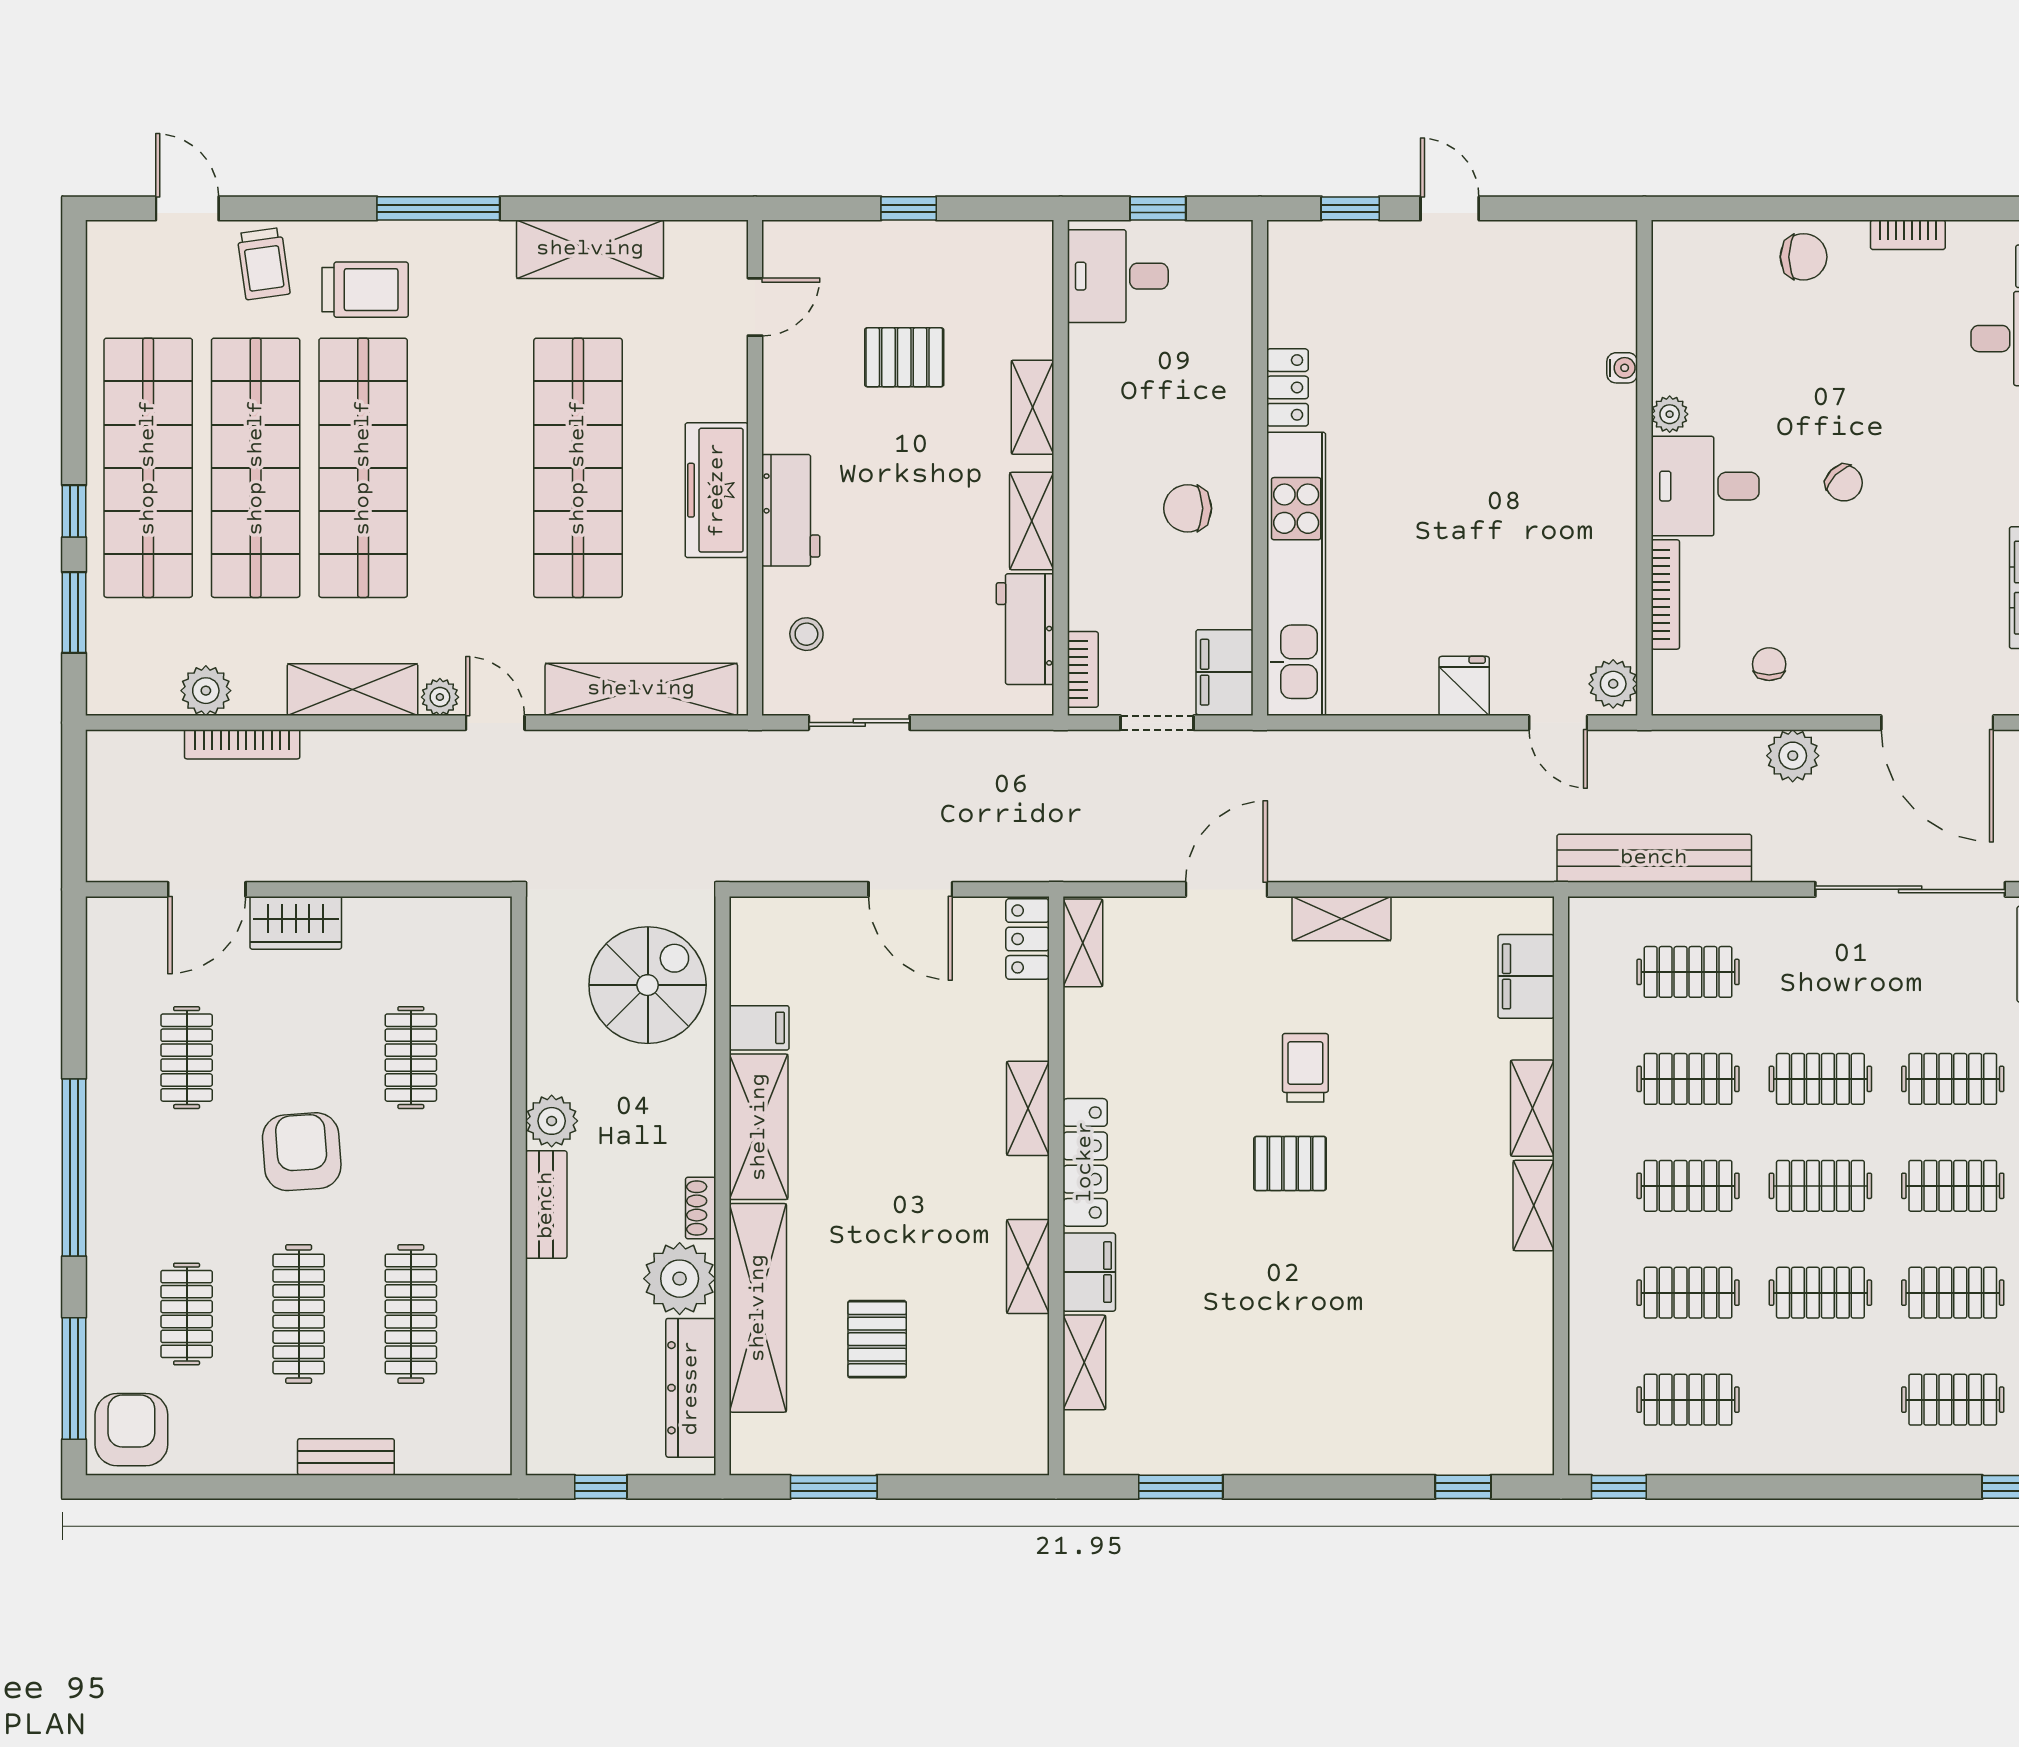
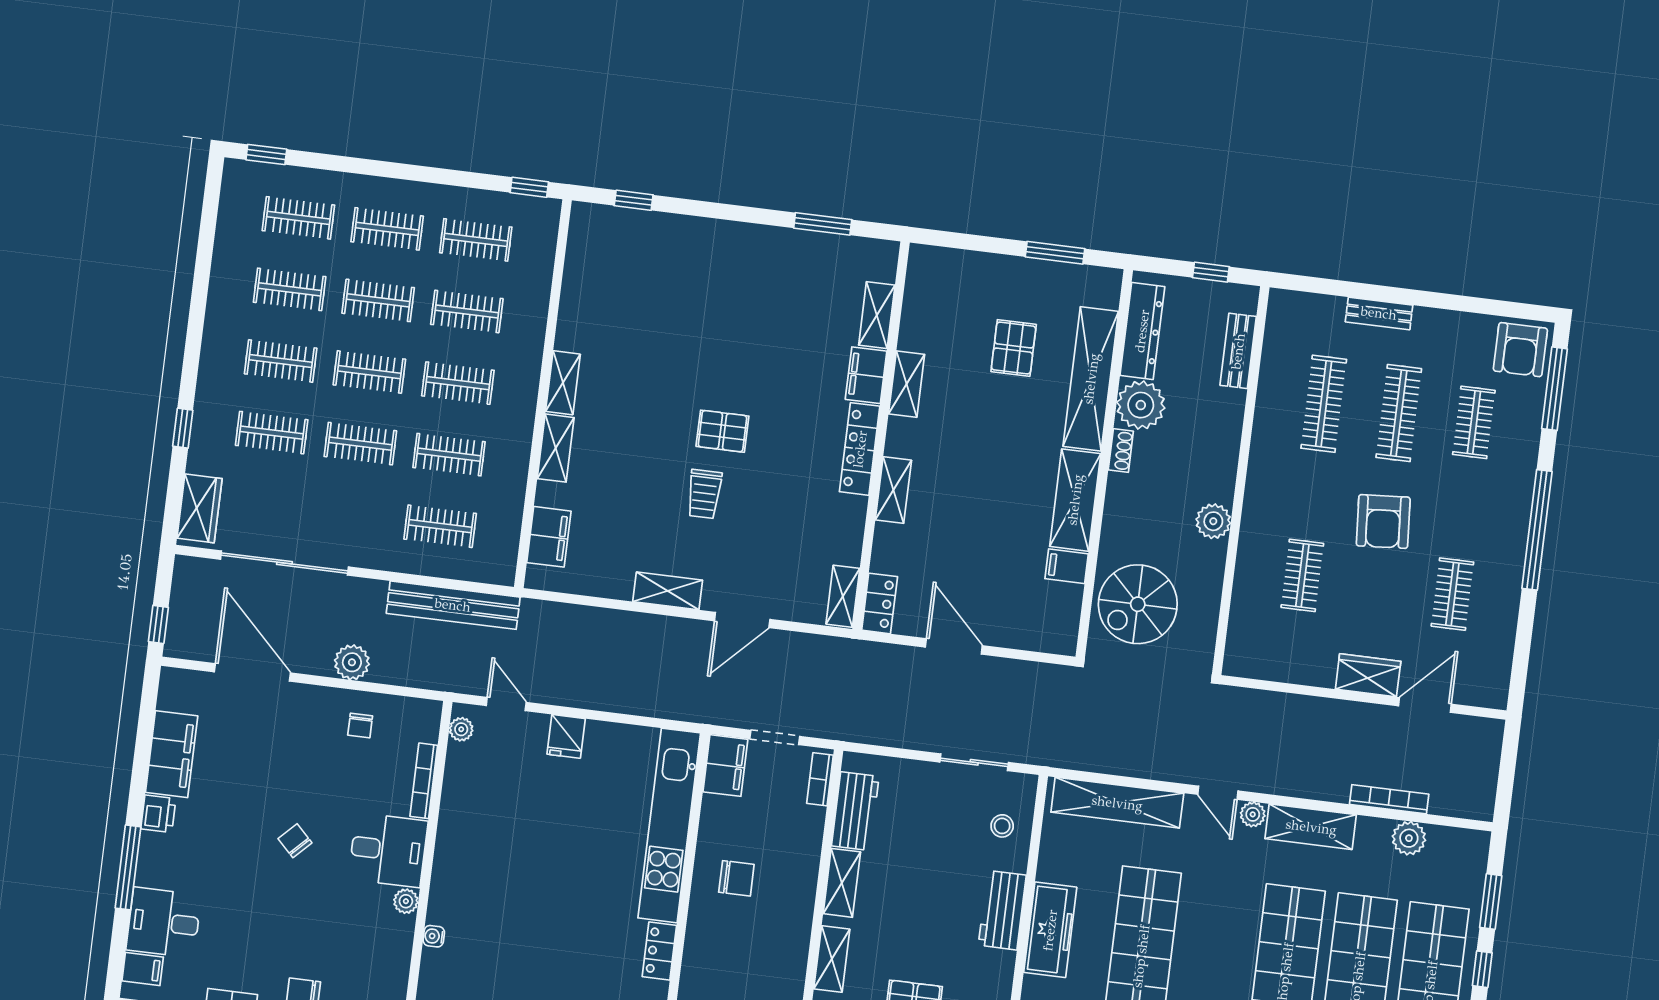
plant: (1613, 684) -> (461, 729), width x0.73, depth x0.73
bench: (546, 1205) -> (1238, 351), moved
clothes rail: (1820, 1400) -> (387, 229), added

